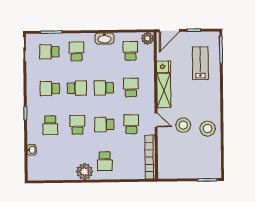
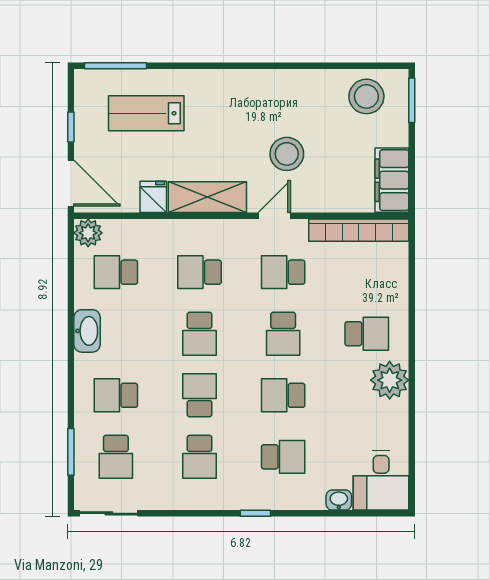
stool: (208, 129) -> (366, 96), moved
desk: (40, 168) -> (381, 480), added
filing cabinet: (172, 171) -> (392, 180), added

